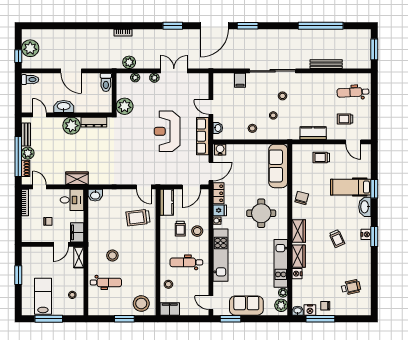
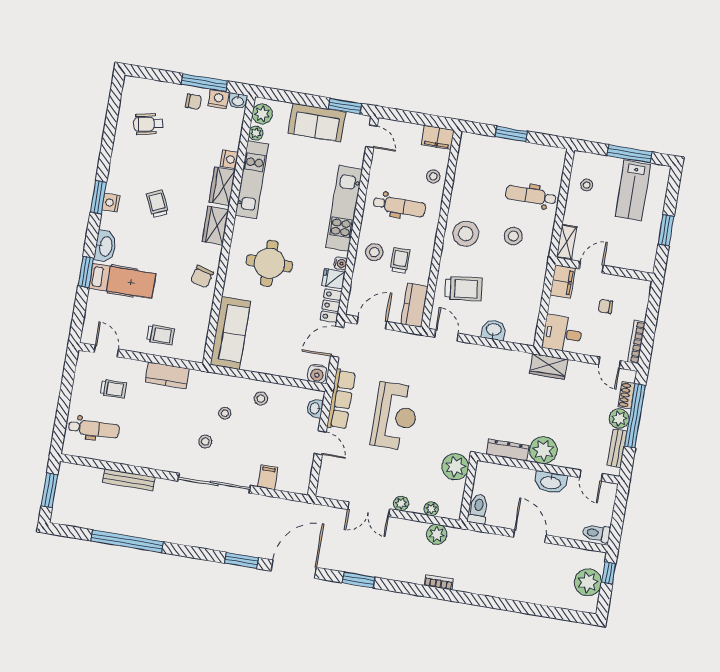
washbasin: (95, 195) -> (494, 330), moved
stool: (141, 303) -> (466, 234), moved

